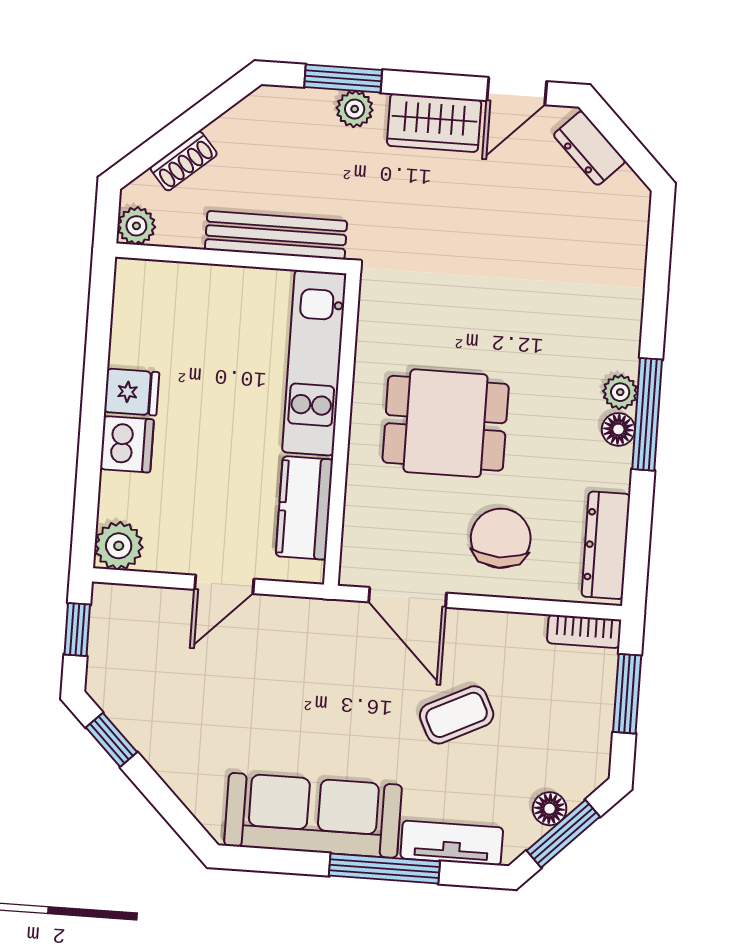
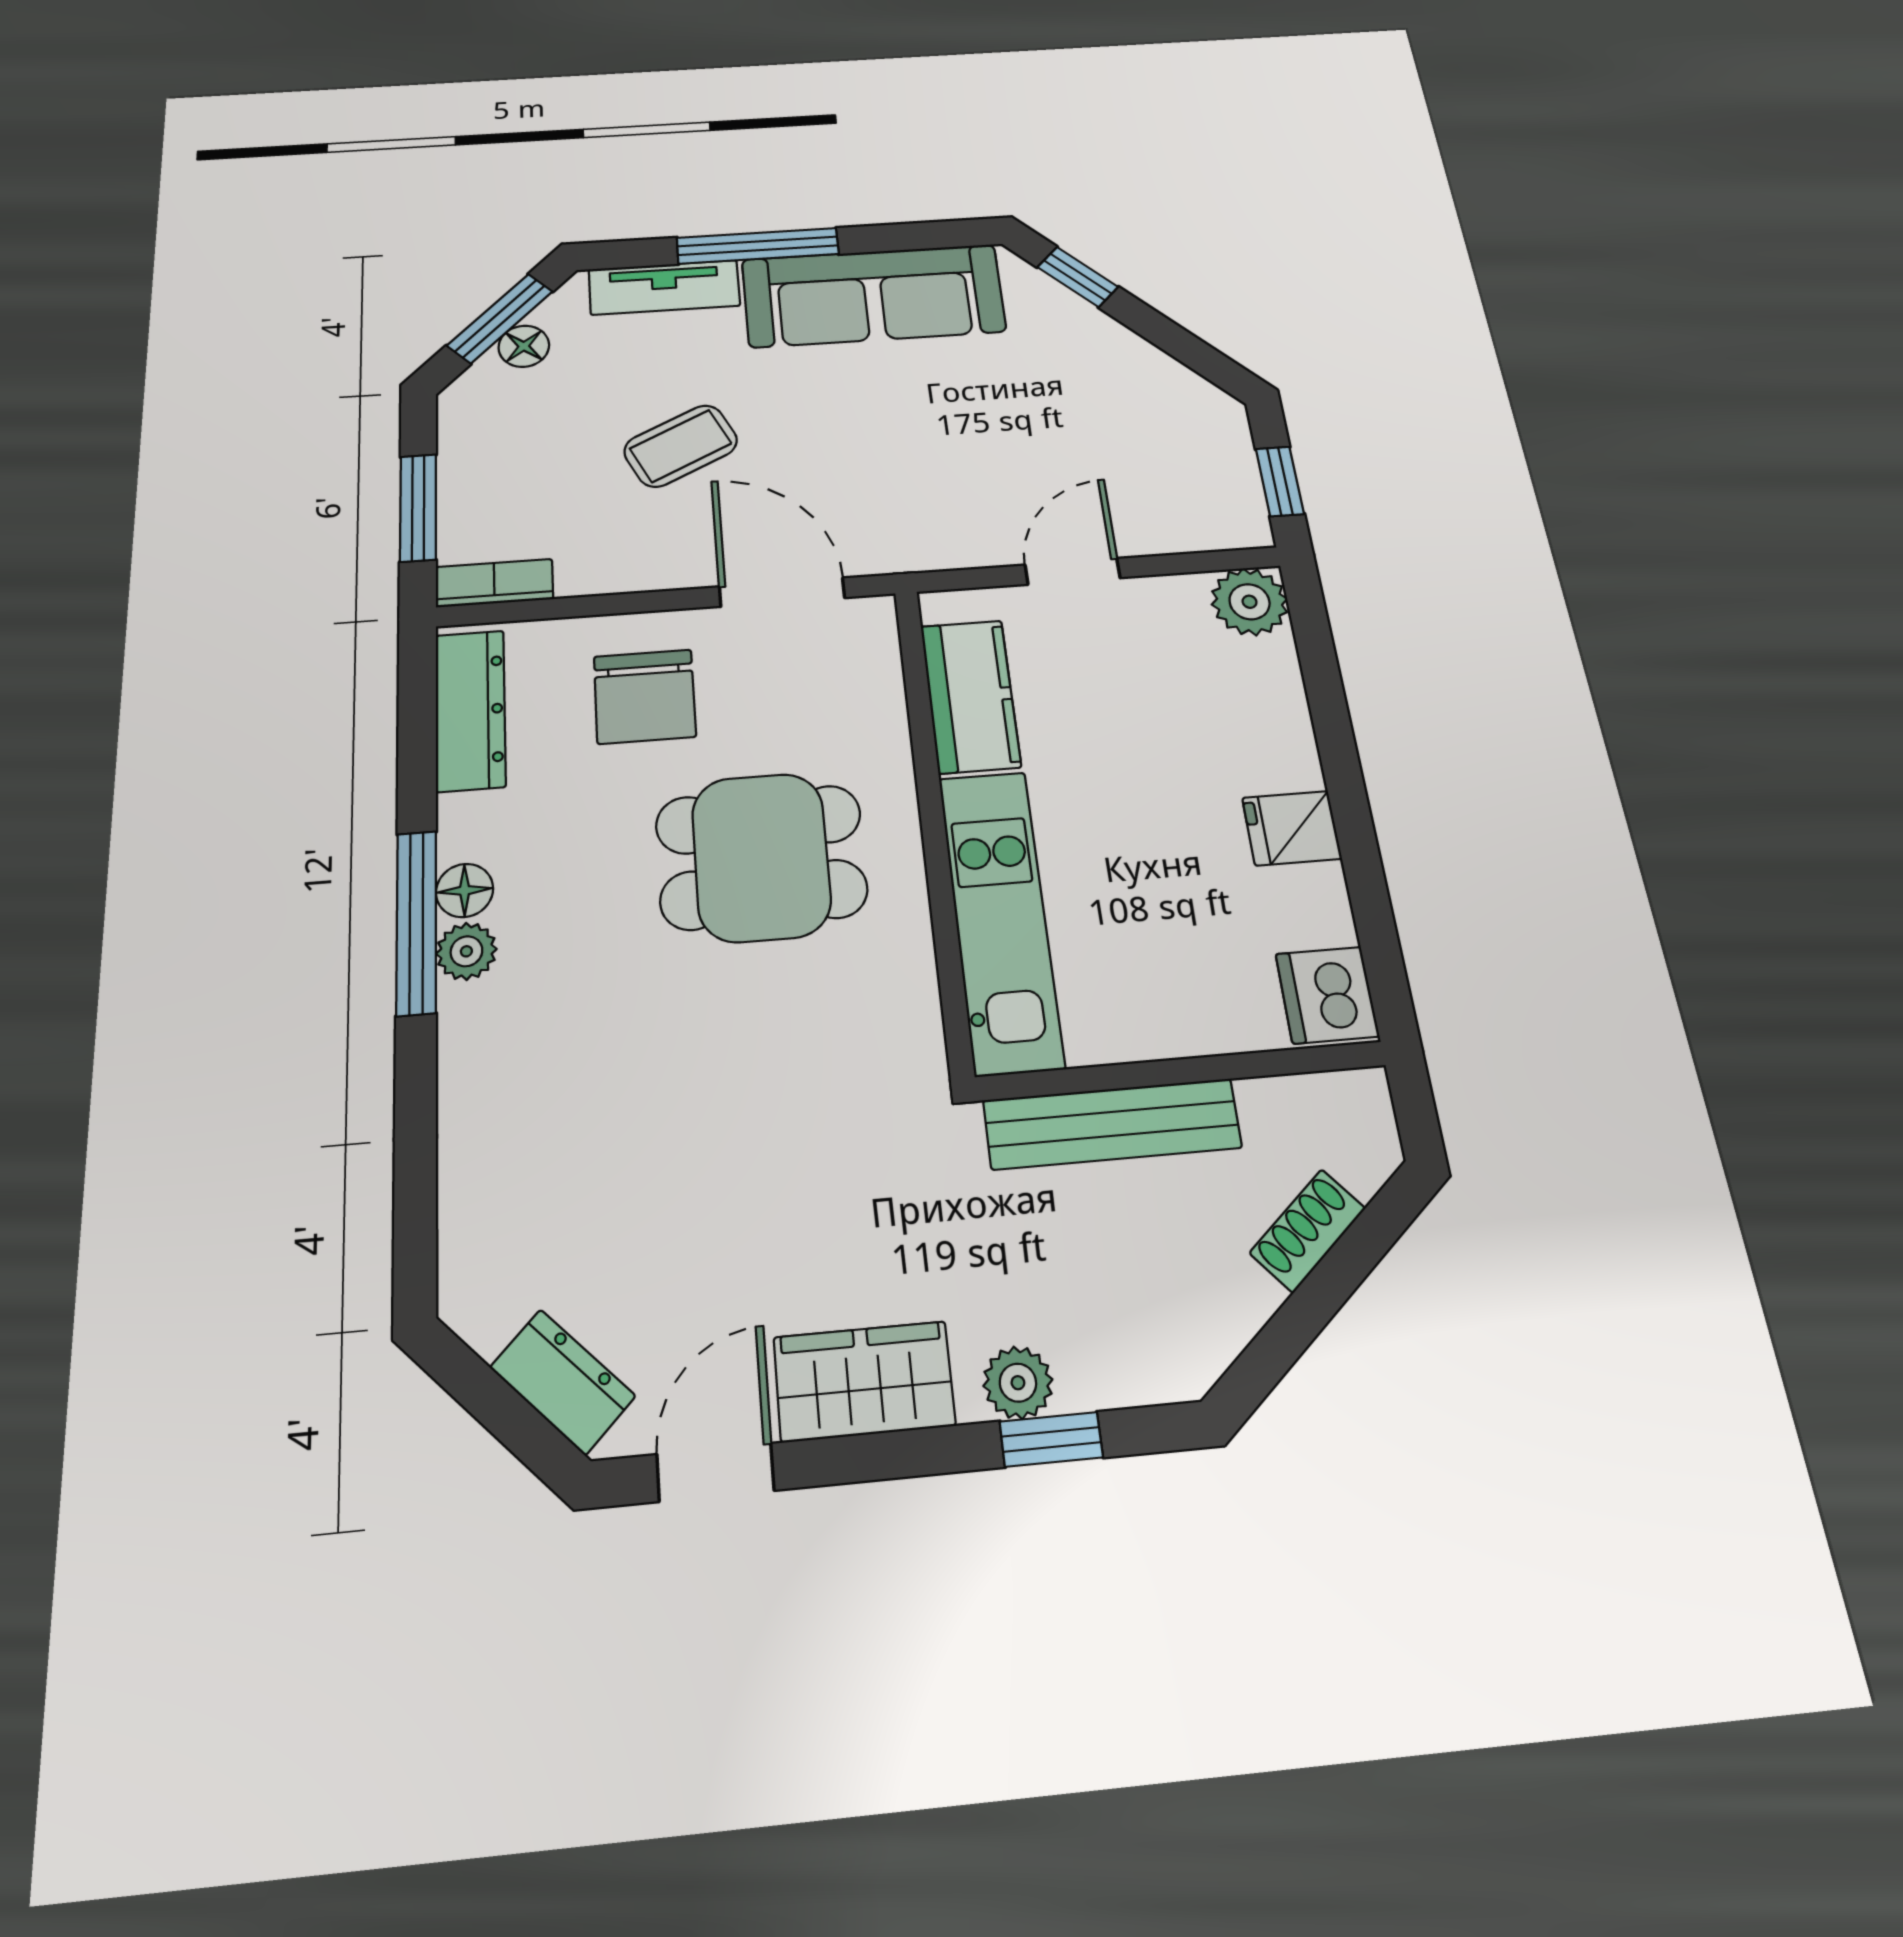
window: (343, 79) -> (1051, 1439), width x0.67
plant: (136, 226) -> (1359, 1101), removed
dishwasher: (127, 444) -> (1327, 995), moved
window: (112, 740) -> (1078, 277), moved

